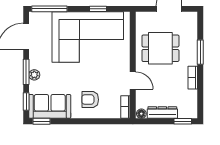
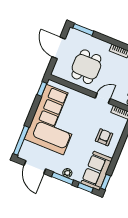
window: (98, 9) -> (42, 89), moved
window: (200, 52) -> (83, 30), moved
armchair: (90, 100) -> (104, 137), turned 180

